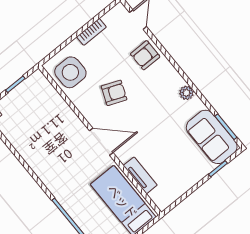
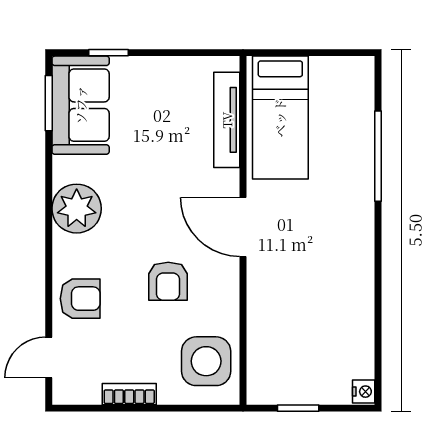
armchair: (114, 93) -> (168, 281), turned -112
plant: (186, 93) -> (77, 209), width x1.88, depth x1.88
tv unit: (140, 175) -> (227, 120), width x1.41

